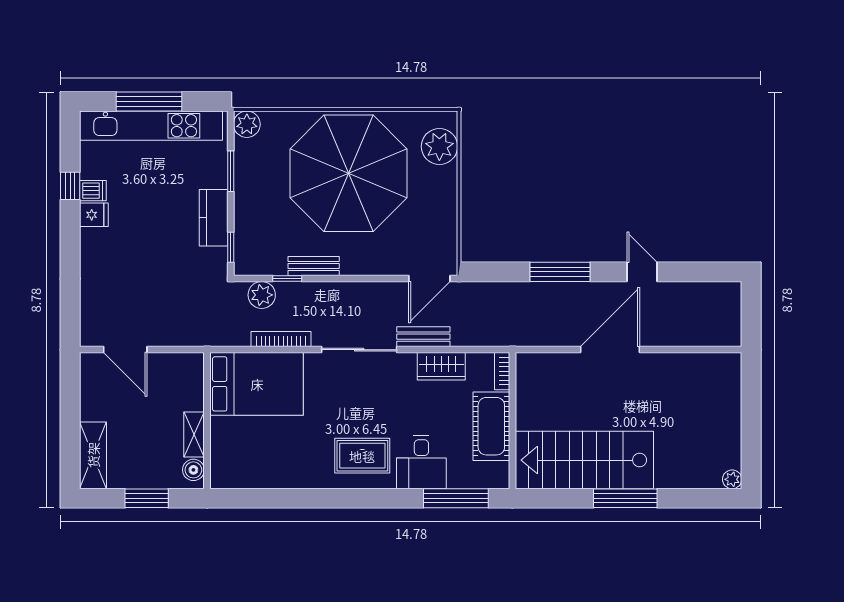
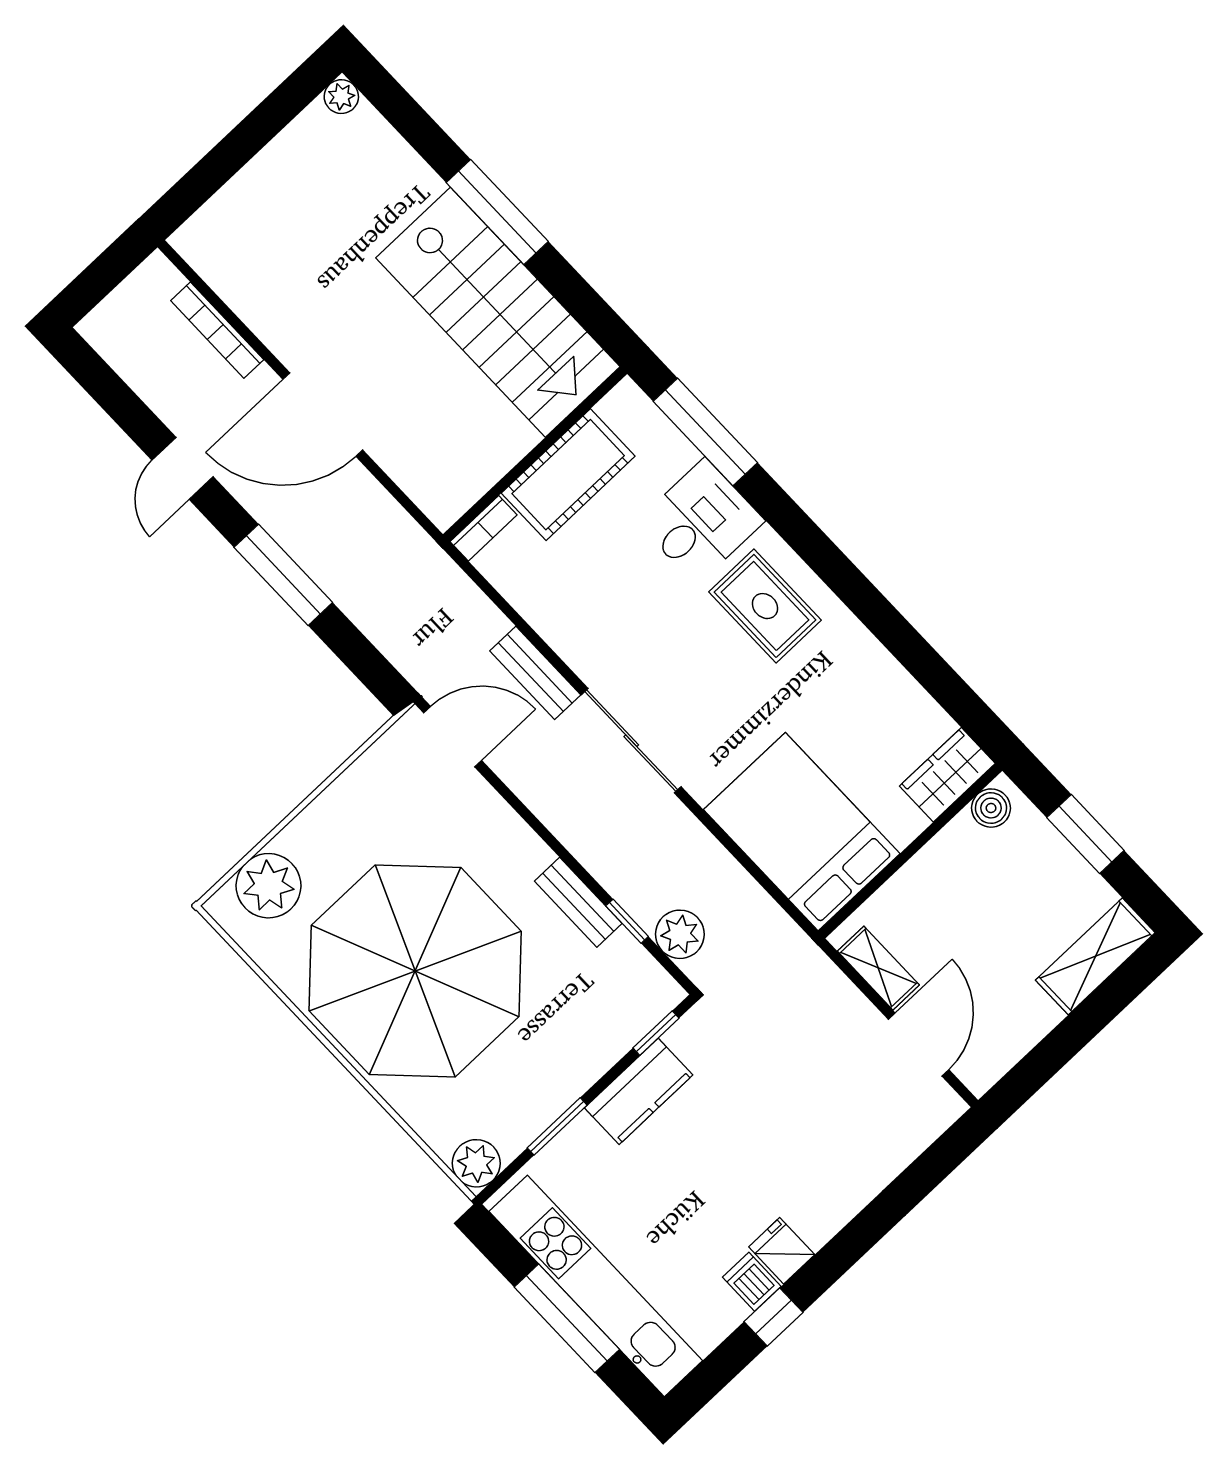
bookcase: (281, 339) -> (217, 330), moved
wardrobe: (441, 366) -> (947, 775), moved, turned -90
shelving: (194, 435) -> (878, 968), moved, turned 90

